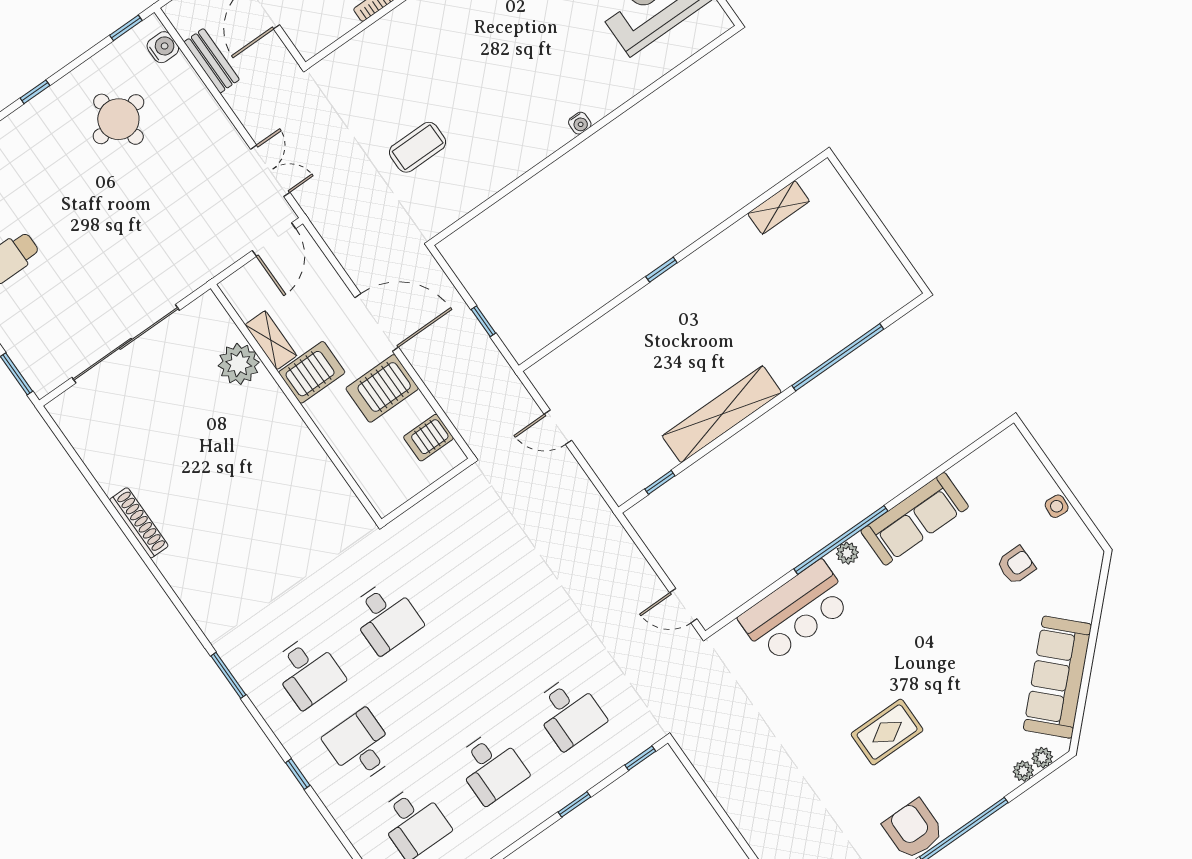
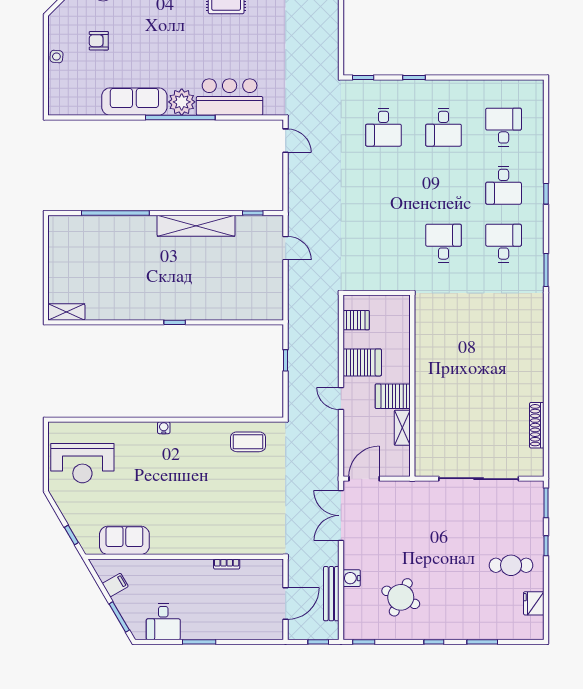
water cooler: (163, 47) -> (352, 578), moved
bench: (212, 61) -> (331, 594), width x1.36
round table: (118, 119) -> (401, 597), turned 34
coffee table: (418, 147) -> (248, 442), moved
double door: (270, 171) -> (341, 516), width x1.37
shelving: (779, 207) -> (66, 312), moved
door: (377, 322) -> (341, 399), width x0.53
plant: (239, 364) -> (427, 427), removed
door: (558, 427) -> (286, 248), moved
shoe rack: (139, 523) -> (537, 425), moved
plant: (847, 553) -> (182, 102), width x1.88, depth x1.88
desk: (569, 712) -> (383, 127), turned 180
desk: (491, 767) -> (444, 127), turned 180

